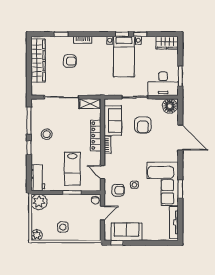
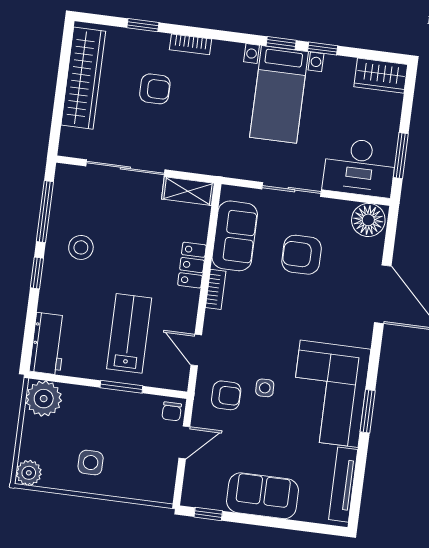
armchair: (143, 125) -> (302, 255), turned 90
locker: (96, 136) -> (192, 265), width x0.66
lab bench: (72, 169) -> (129, 333), turned 180
sofa: (127, 232) -> (263, 496), moved

